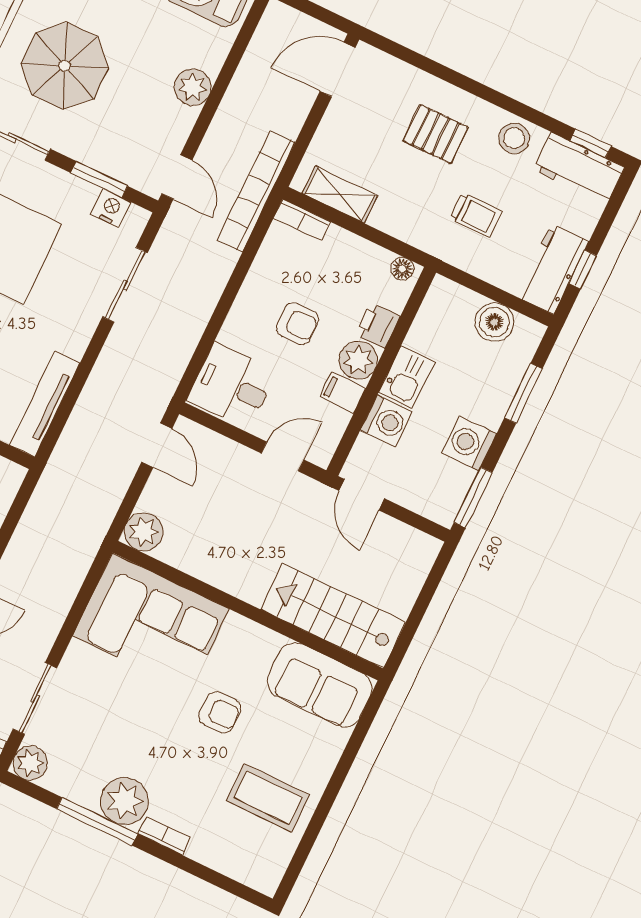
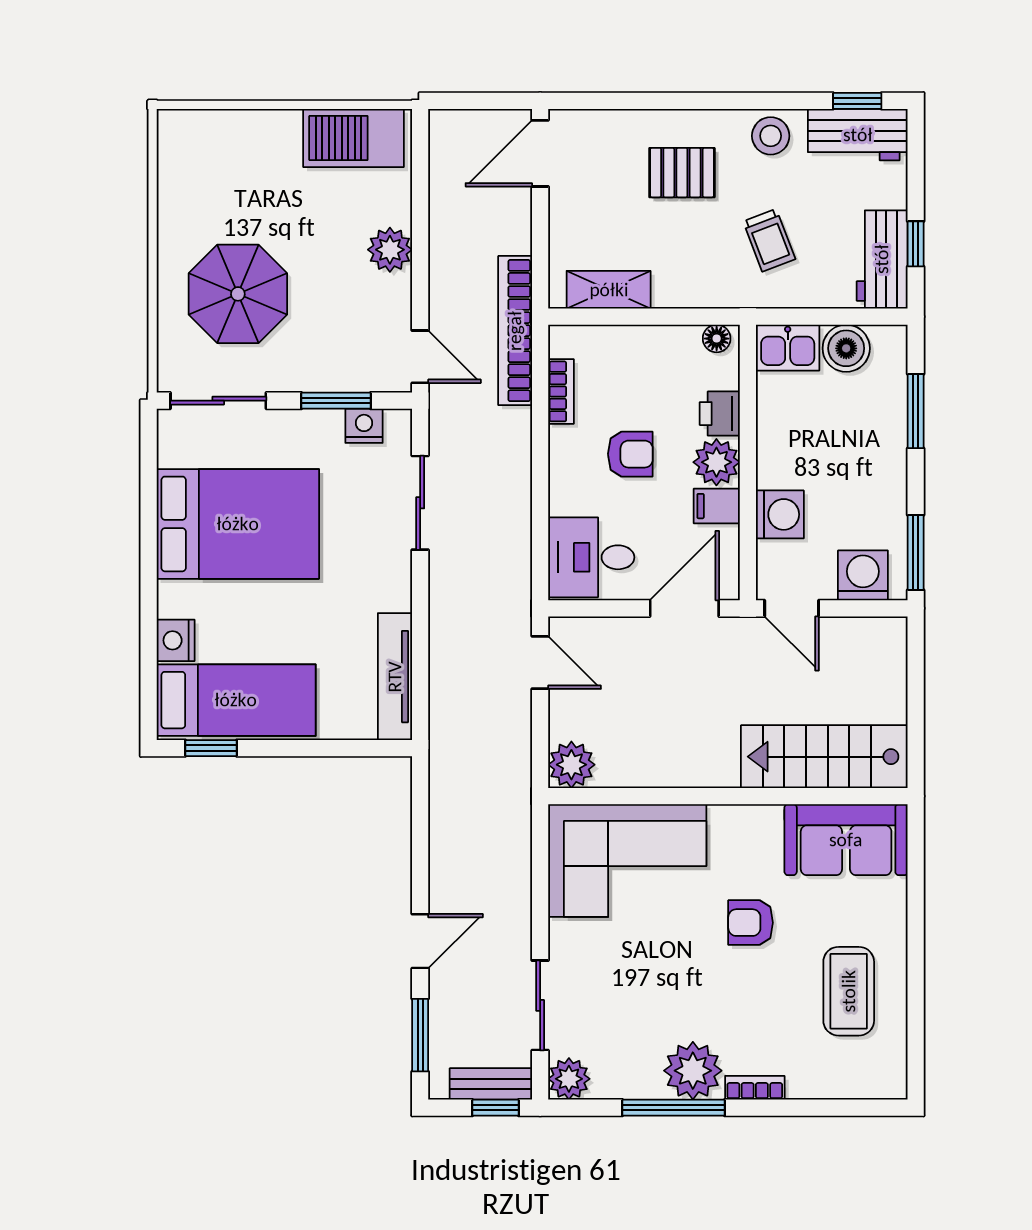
trolley: (476, 215) -> (769, 240), turned 69
bookcase: (302, 220) -> (561, 391), moved, turned -90
kitchen sink: (407, 377) -> (788, 348), moved, turned 90
washing machine: (469, 443) -> (863, 575), moved, turned 90
door: (283, 457) -> (684, 608), width x1.38
armchair: (220, 712) -> (751, 923), turned 180
coffee table: (268, 798) -> (849, 991), turned 90

